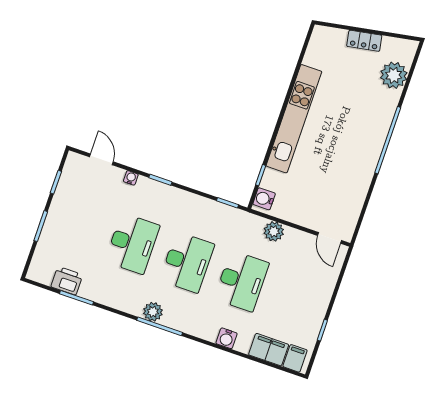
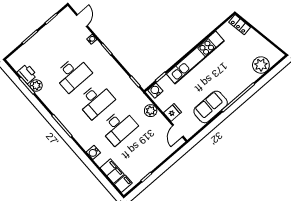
locker: (364, 41) -> (240, 25), moved
sofa: (356, 177) -> (211, 107), added
fridge: (307, 216) -> (173, 112), added
plant: (153, 312) -> (36, 85), moved

